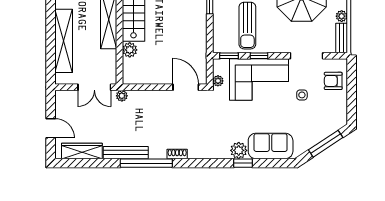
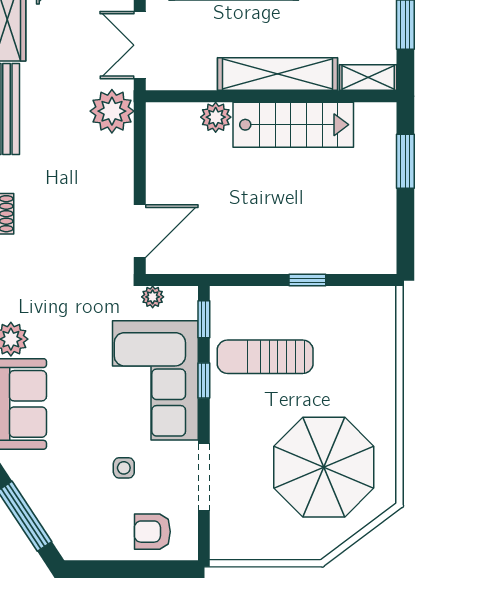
plant: (342, 16) -> (284, 549), removed
bench: (342, 38) -> (240, 549), removed
armchair: (333, 81) -> (152, 532), turned -90
plant: (122, 96) -> (112, 111), width x1.87, depth x1.87

